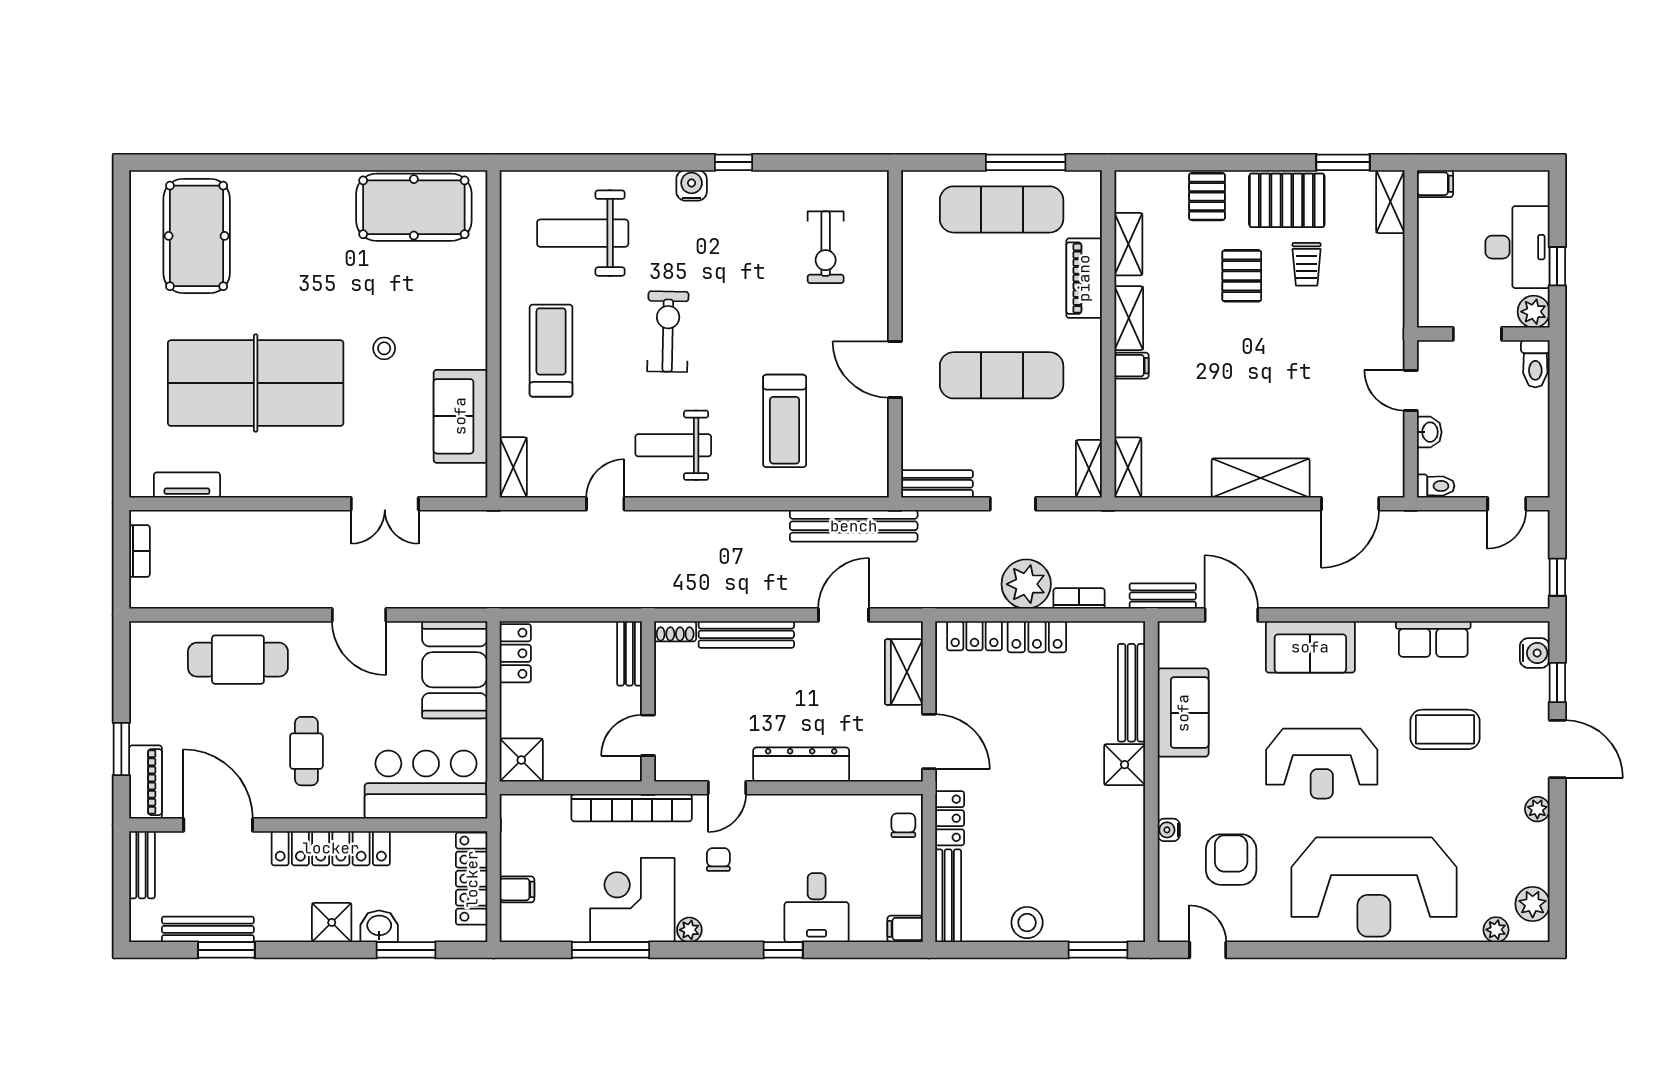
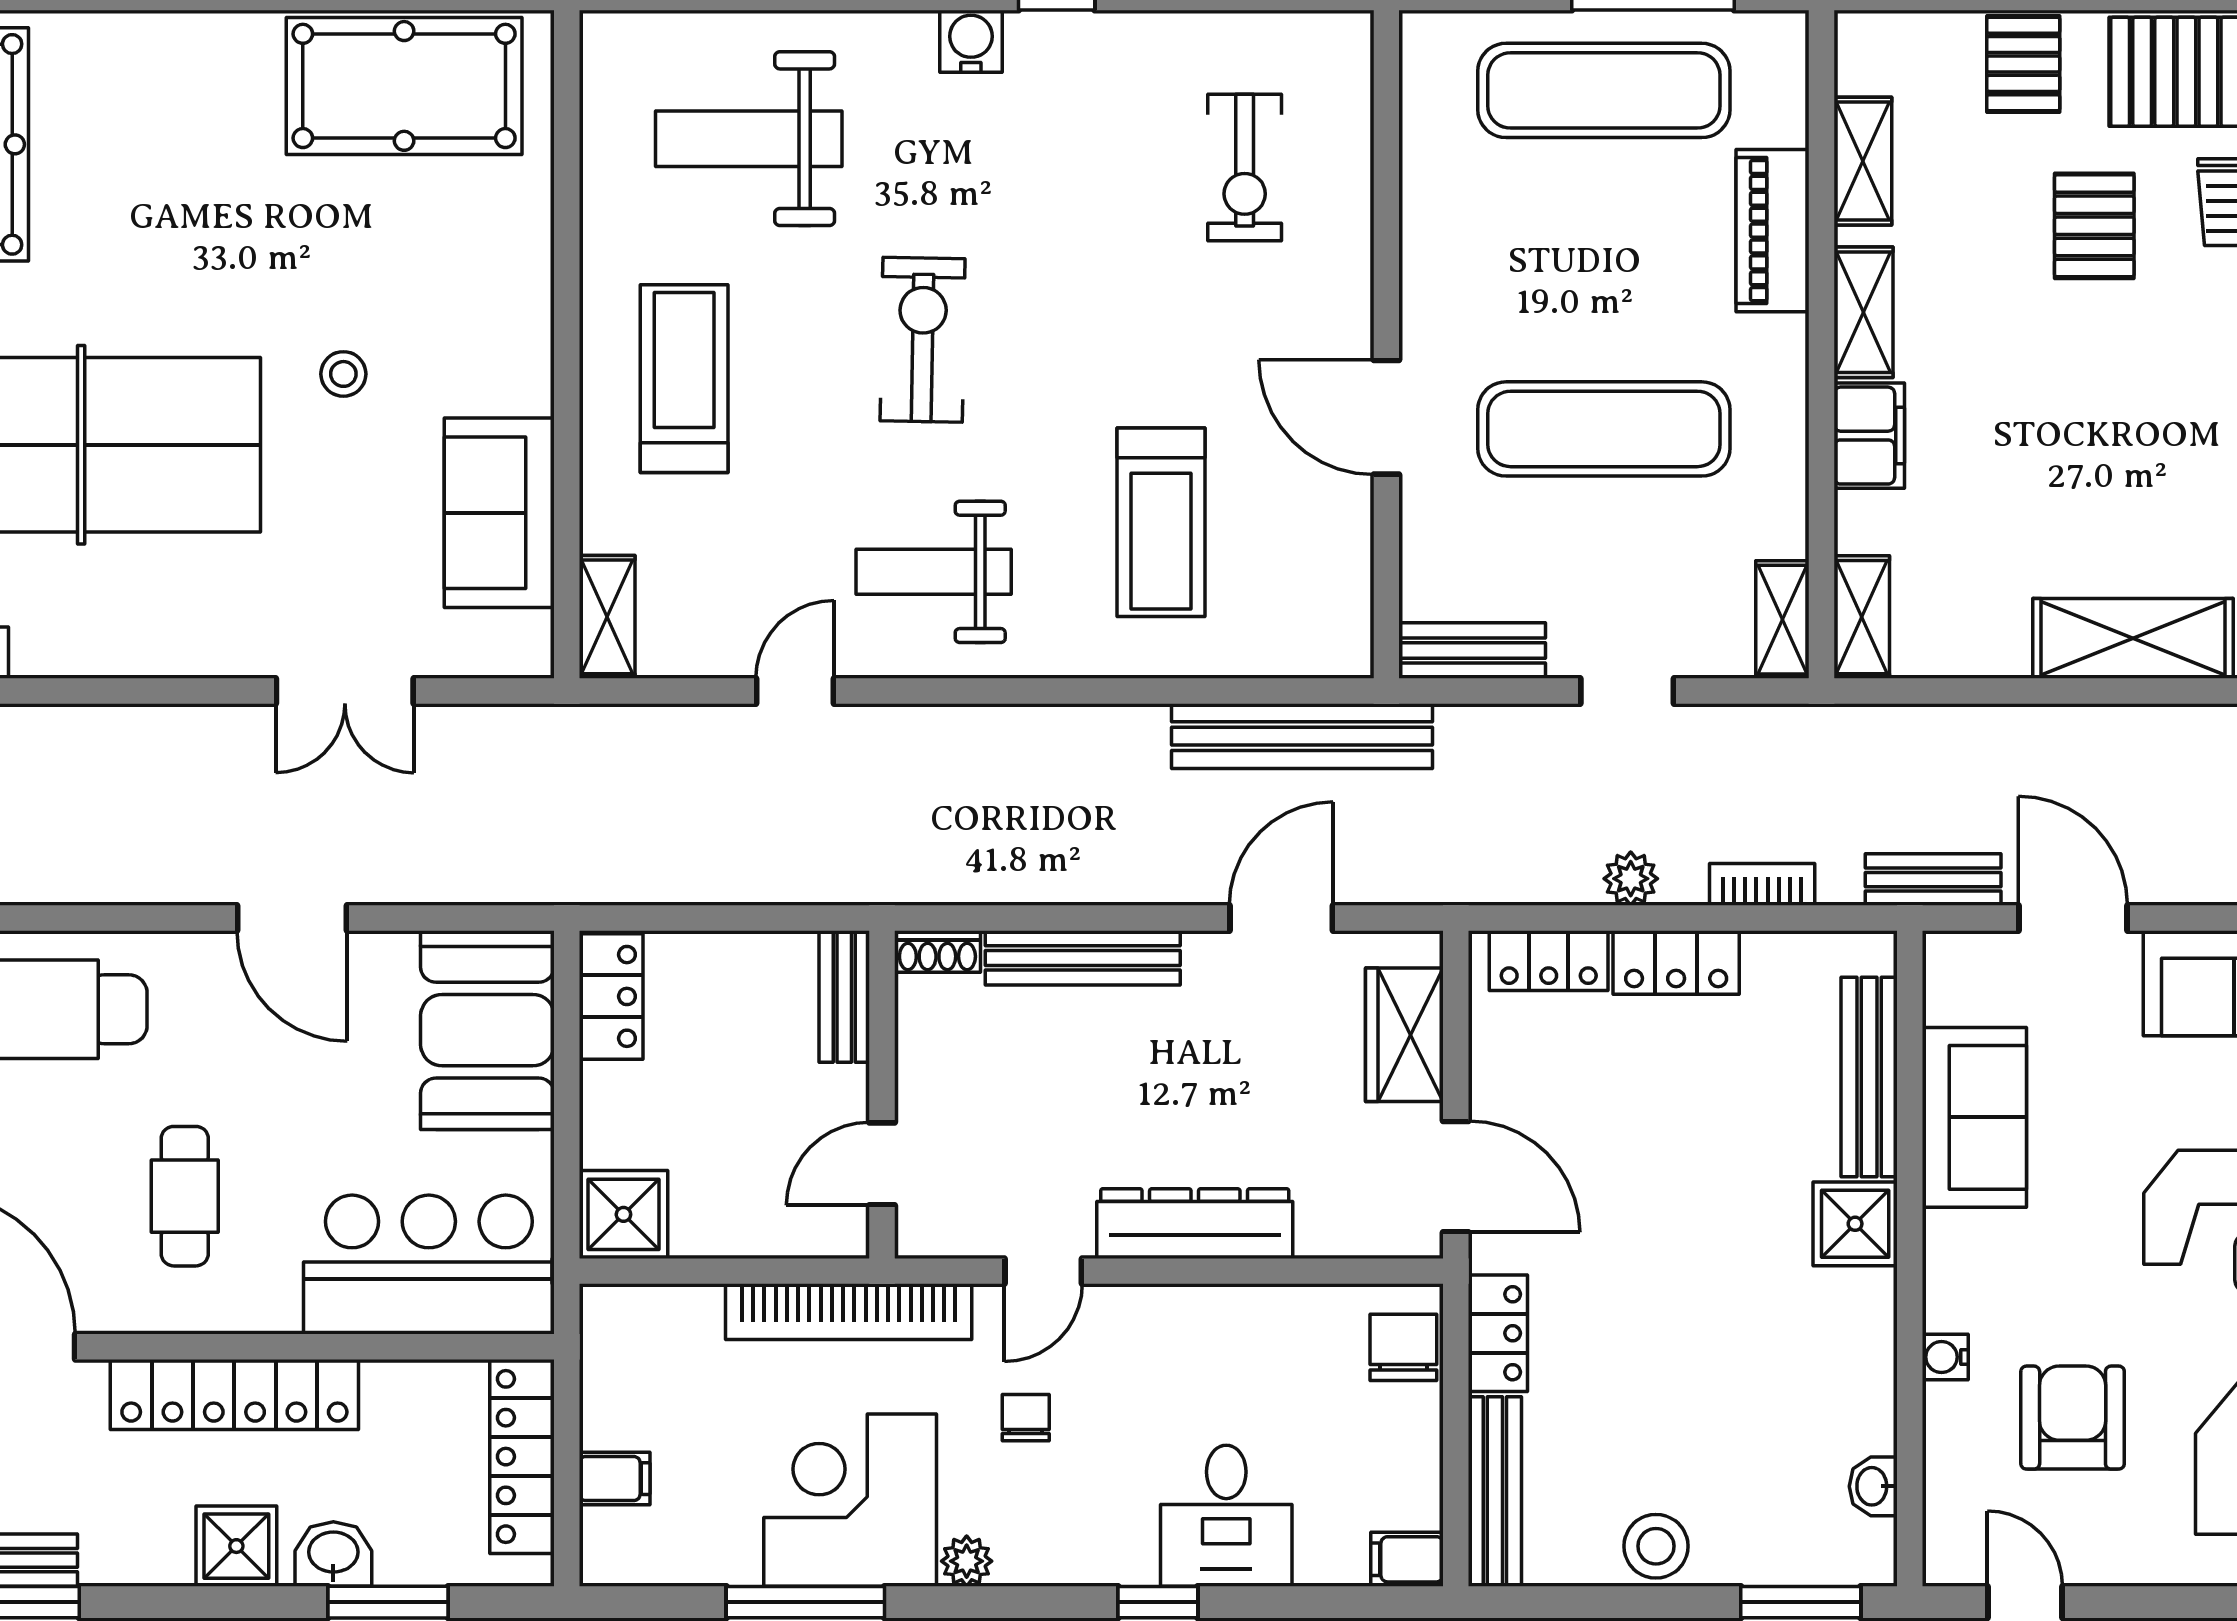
filing cabinet: (1131, 366) -> (1869, 436), width x2.00
plant: (1026, 584) -> (1631, 879), width x0.53, depth x0.53
chair: (903, 825) -> (1403, 1347), width x1.37, depth x1.37
washbasin: (1133, 893) -> (1873, 1486), added

